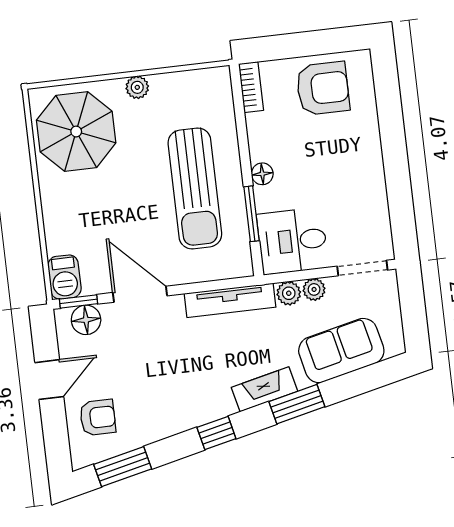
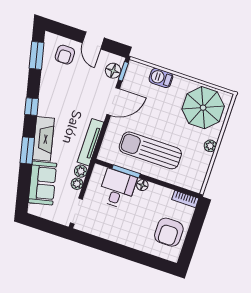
desk: (292, 241) -> (117, 189), moved
barbecue: (64, 277) -> (161, 78), moved
fireplace: (265, 389) -> (43, 139), width x1.37, depth x1.32

